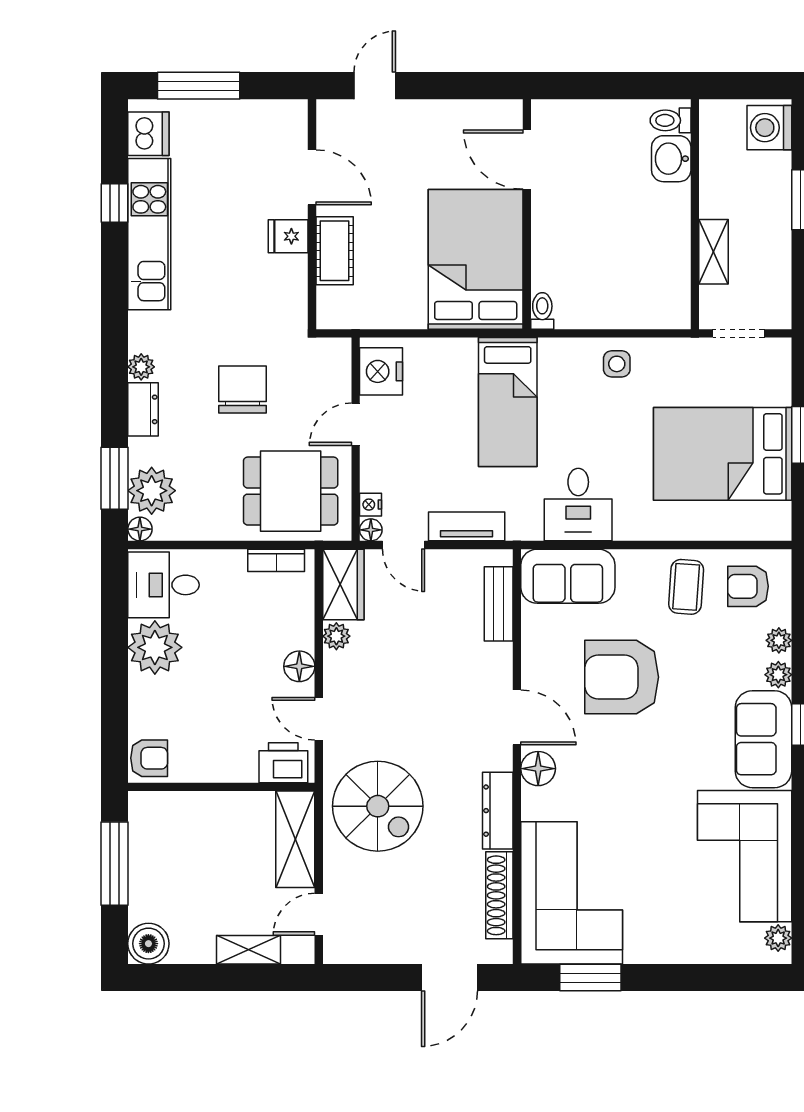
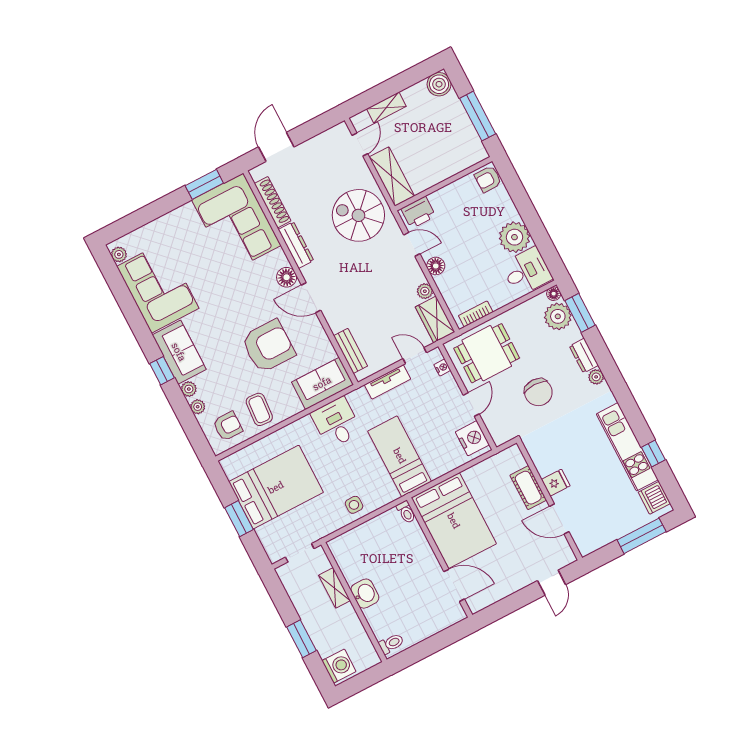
washbasin: (671, 159) -> (365, 594), moved
floor lamp: (371, 530) -> (435, 355), removed

